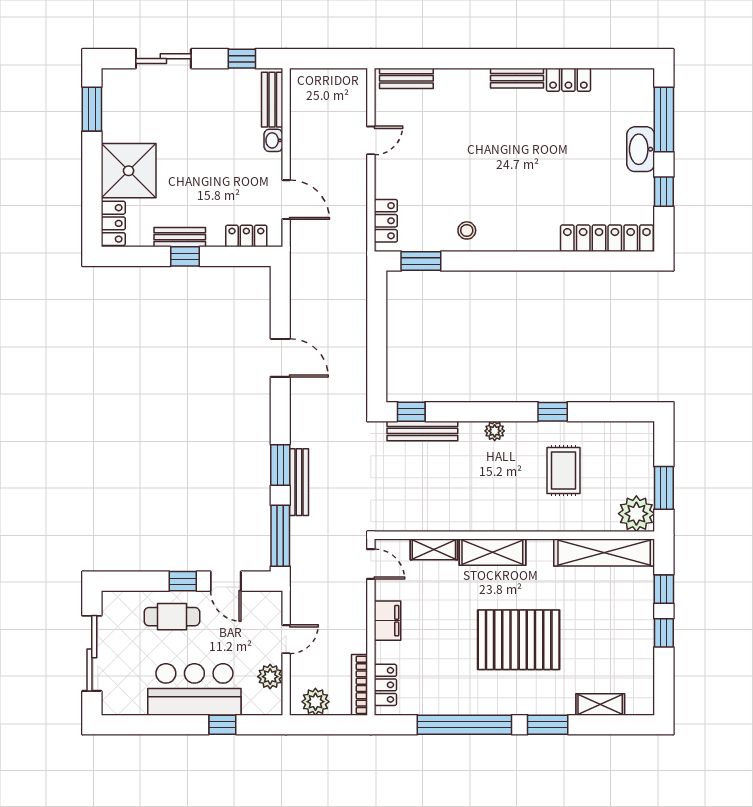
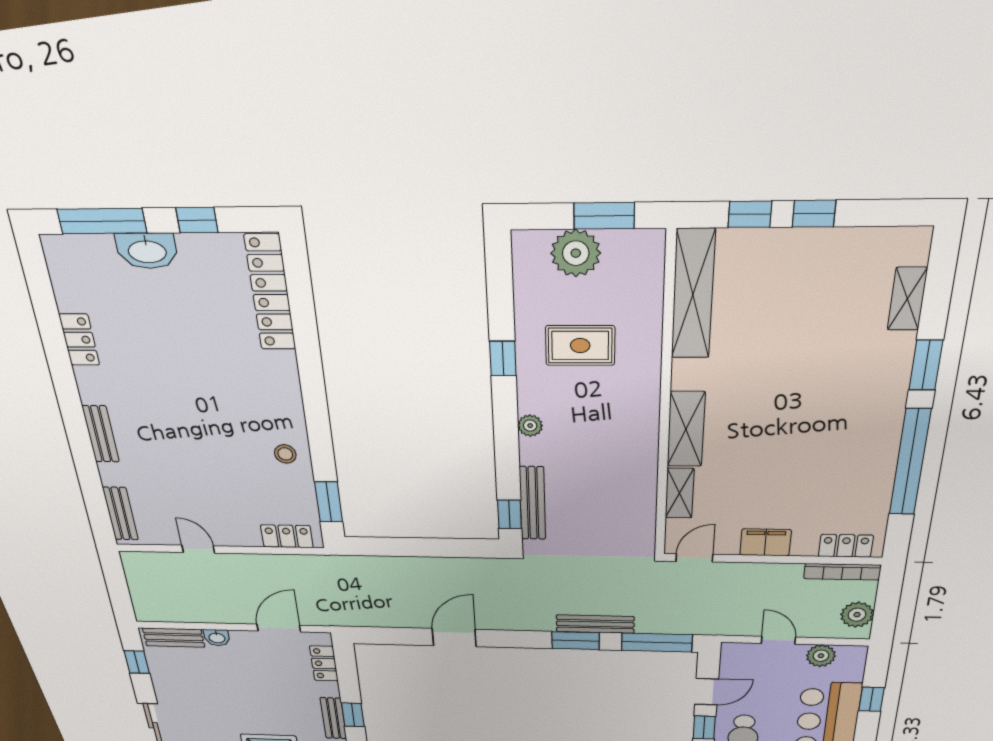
bench: (517, 78) -> (101, 434), moved
plant: (636, 514) -> (576, 253), moved
pallet: (519, 640) -> (804, 400), removed

